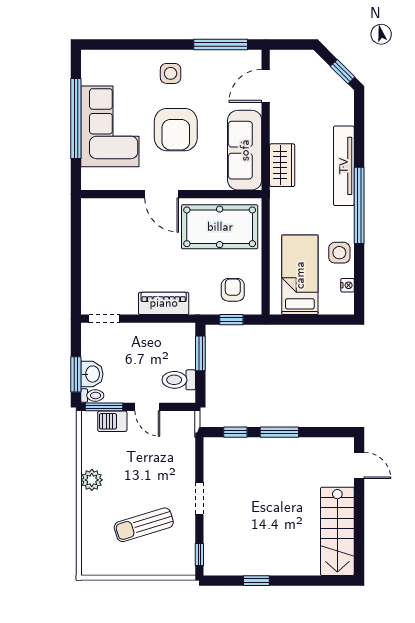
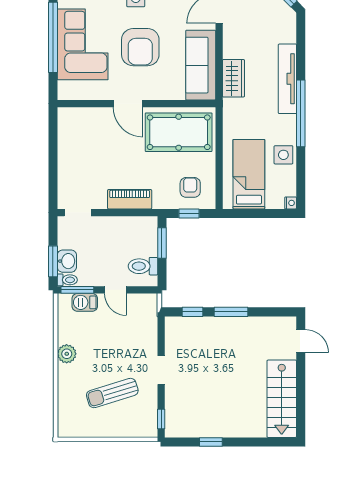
nightstand: (348, 285) -> (291, 203), moved

